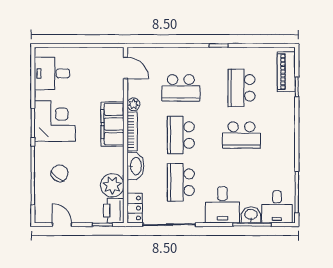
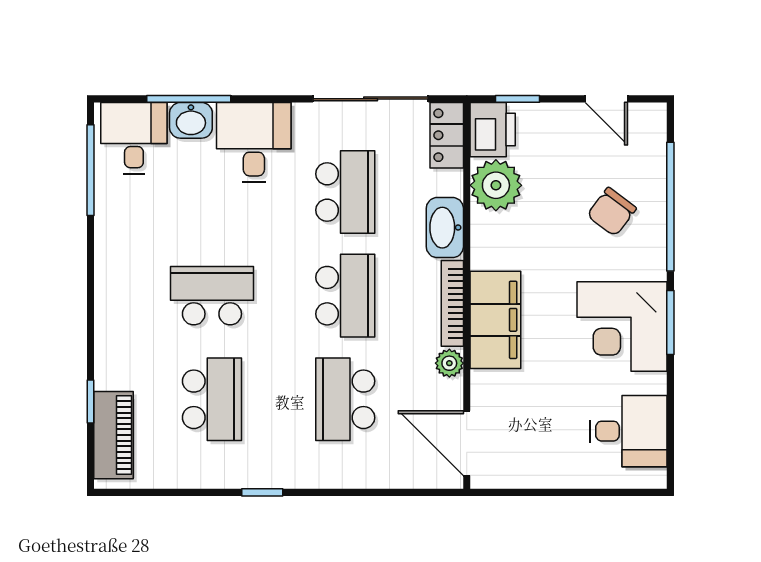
door: (126, 68) -> (467, 443), width x1.38
school desk: (181, 88) -> (345, 399), turned -90

